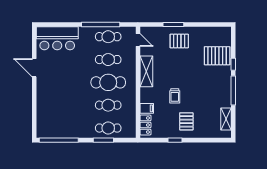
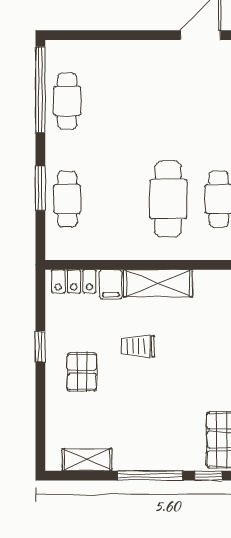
shelving: (146, 71) -> (158, 283), moved
cafe table: (108, 105) -> (67, 101), moved
pallet: (186, 121) -> (82, 372), turned 90

